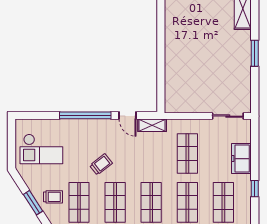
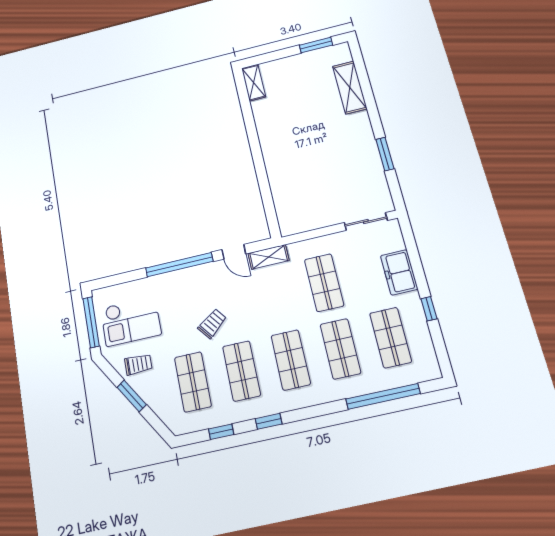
window: (255, 53) -> (385, 154), moved
window: (12, 143) -> (91, 322), added
trolley: (53, 197) -> (138, 364), moved

